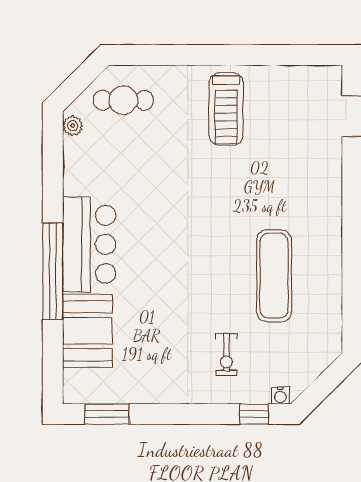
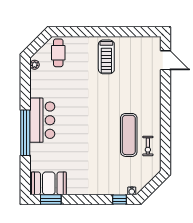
cafe table: (123, 100) -> (58, 53), turned 90
booth: (87, 331) -> (49, 183), moved, turned 90
exercise bike: (226, 354) -> (148, 146), moved

